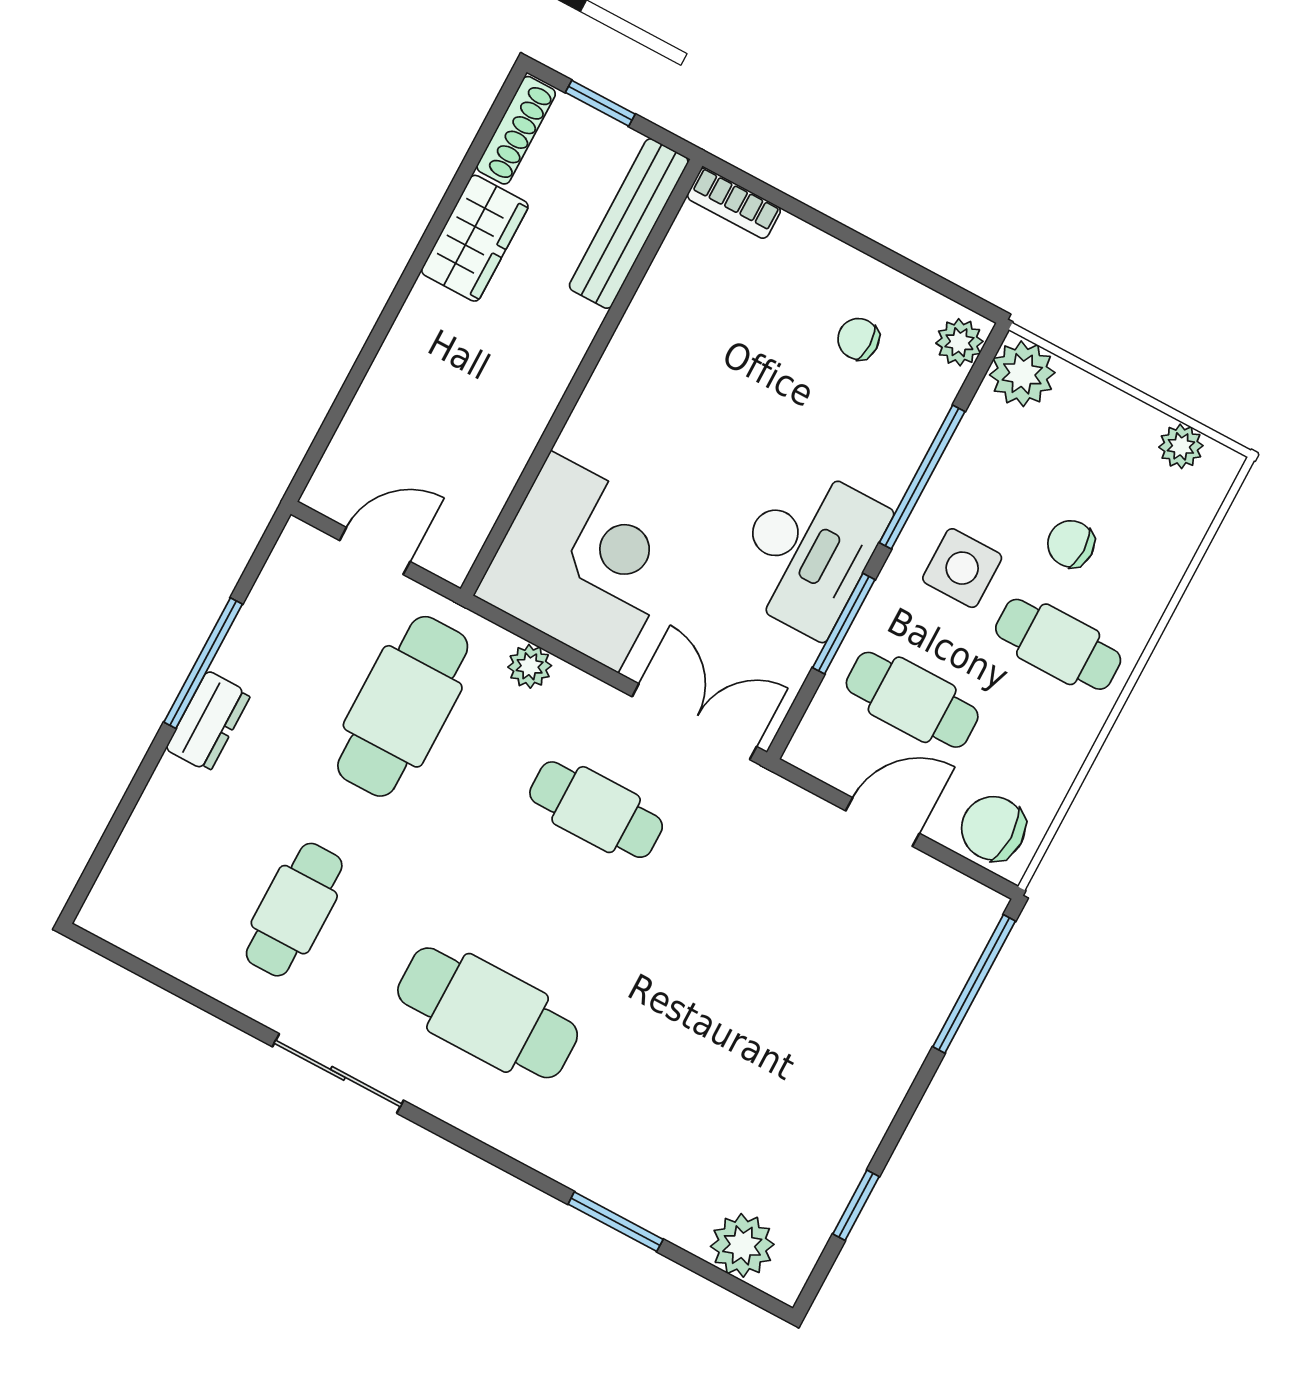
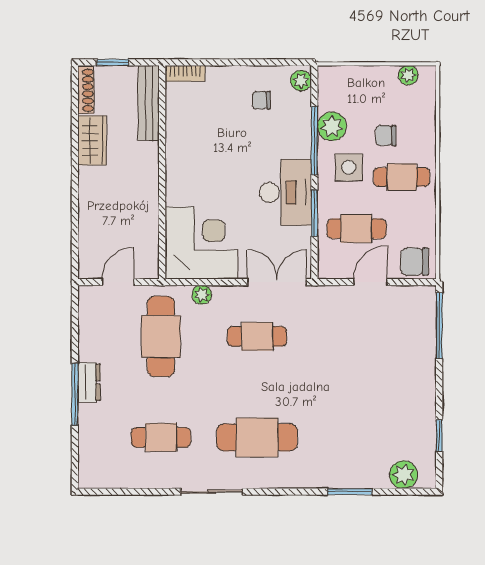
plant: (1022, 374) -> (332, 126), moved
window: (203, 663) -> (75, 394), moved
cafe table: (294, 910) -> (161, 437), turned 90

